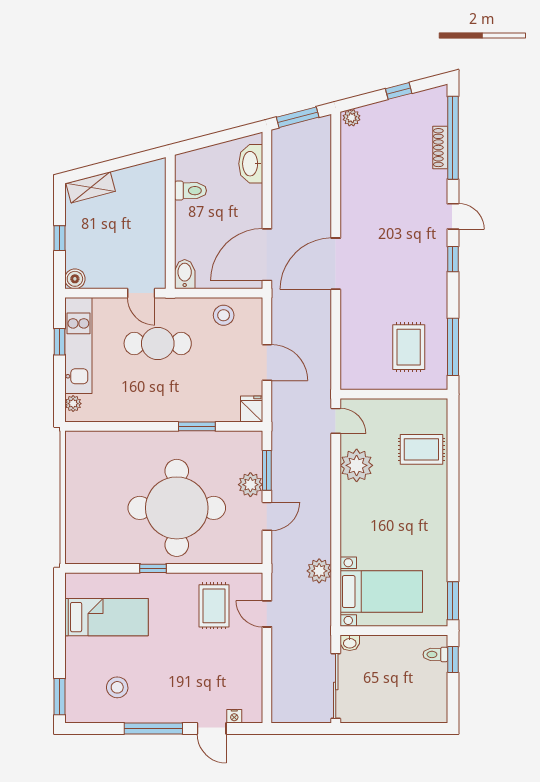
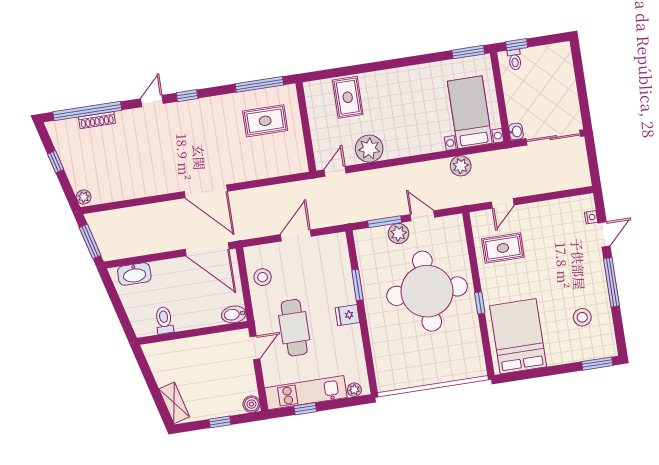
fridge: (252, 409) -> (347, 315), moved
bed: (106, 617) -> (518, 336), width x1.50

